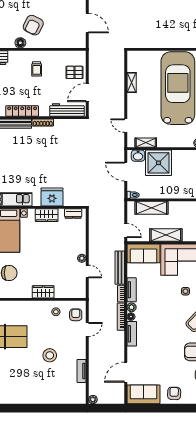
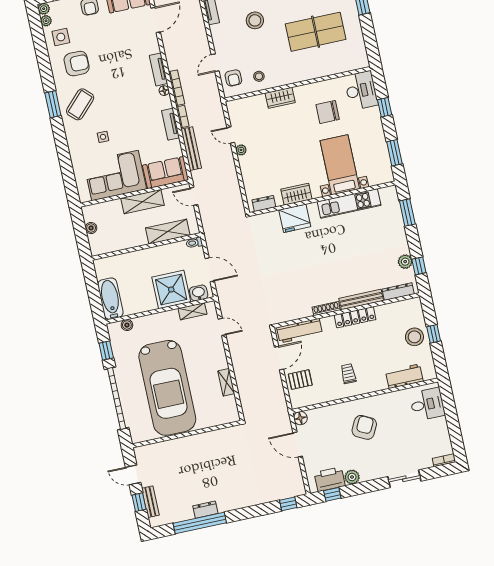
floor lamp: (20, 43) -> (300, 418), moved
plant: (132, 307) -> (166, 102), removed

